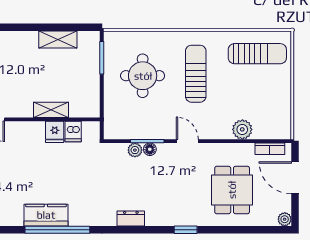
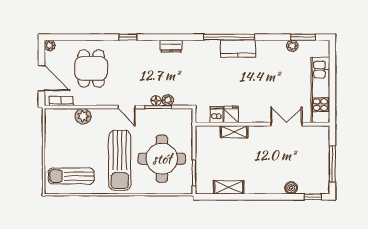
sun lounger: (196, 74) -> (120, 160), width x1.36, depth x1.34
round table: (143, 76) -> (162, 159), width x1.36, depth x1.36

